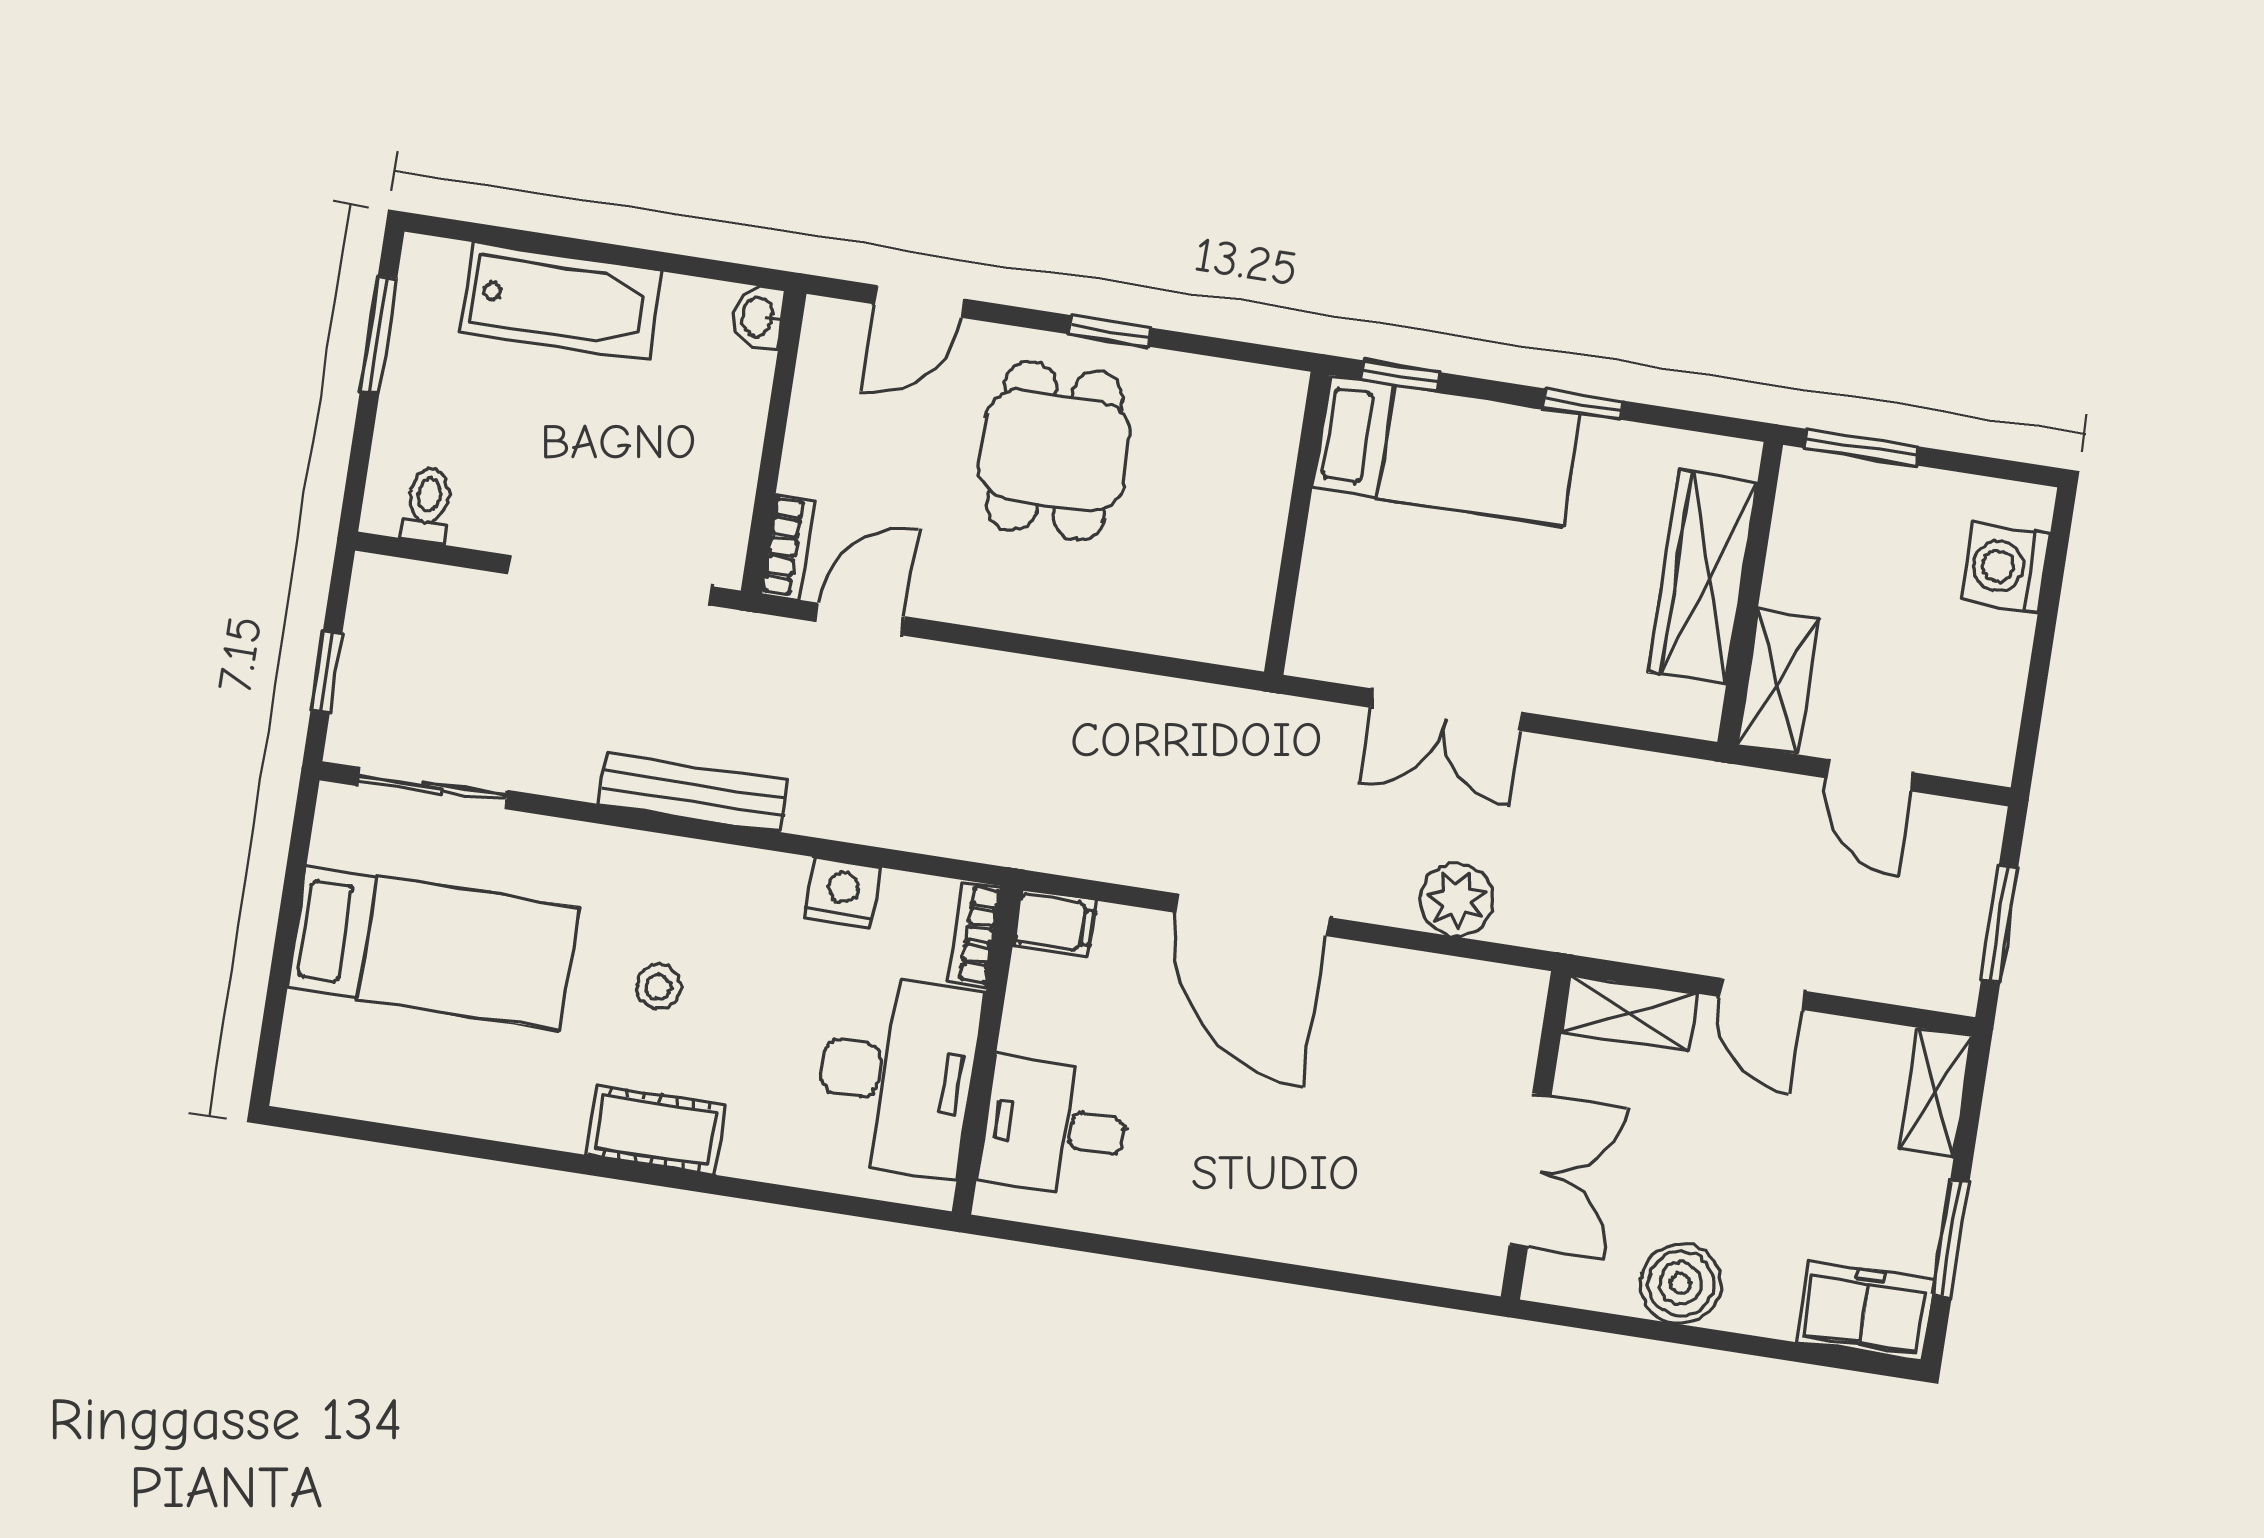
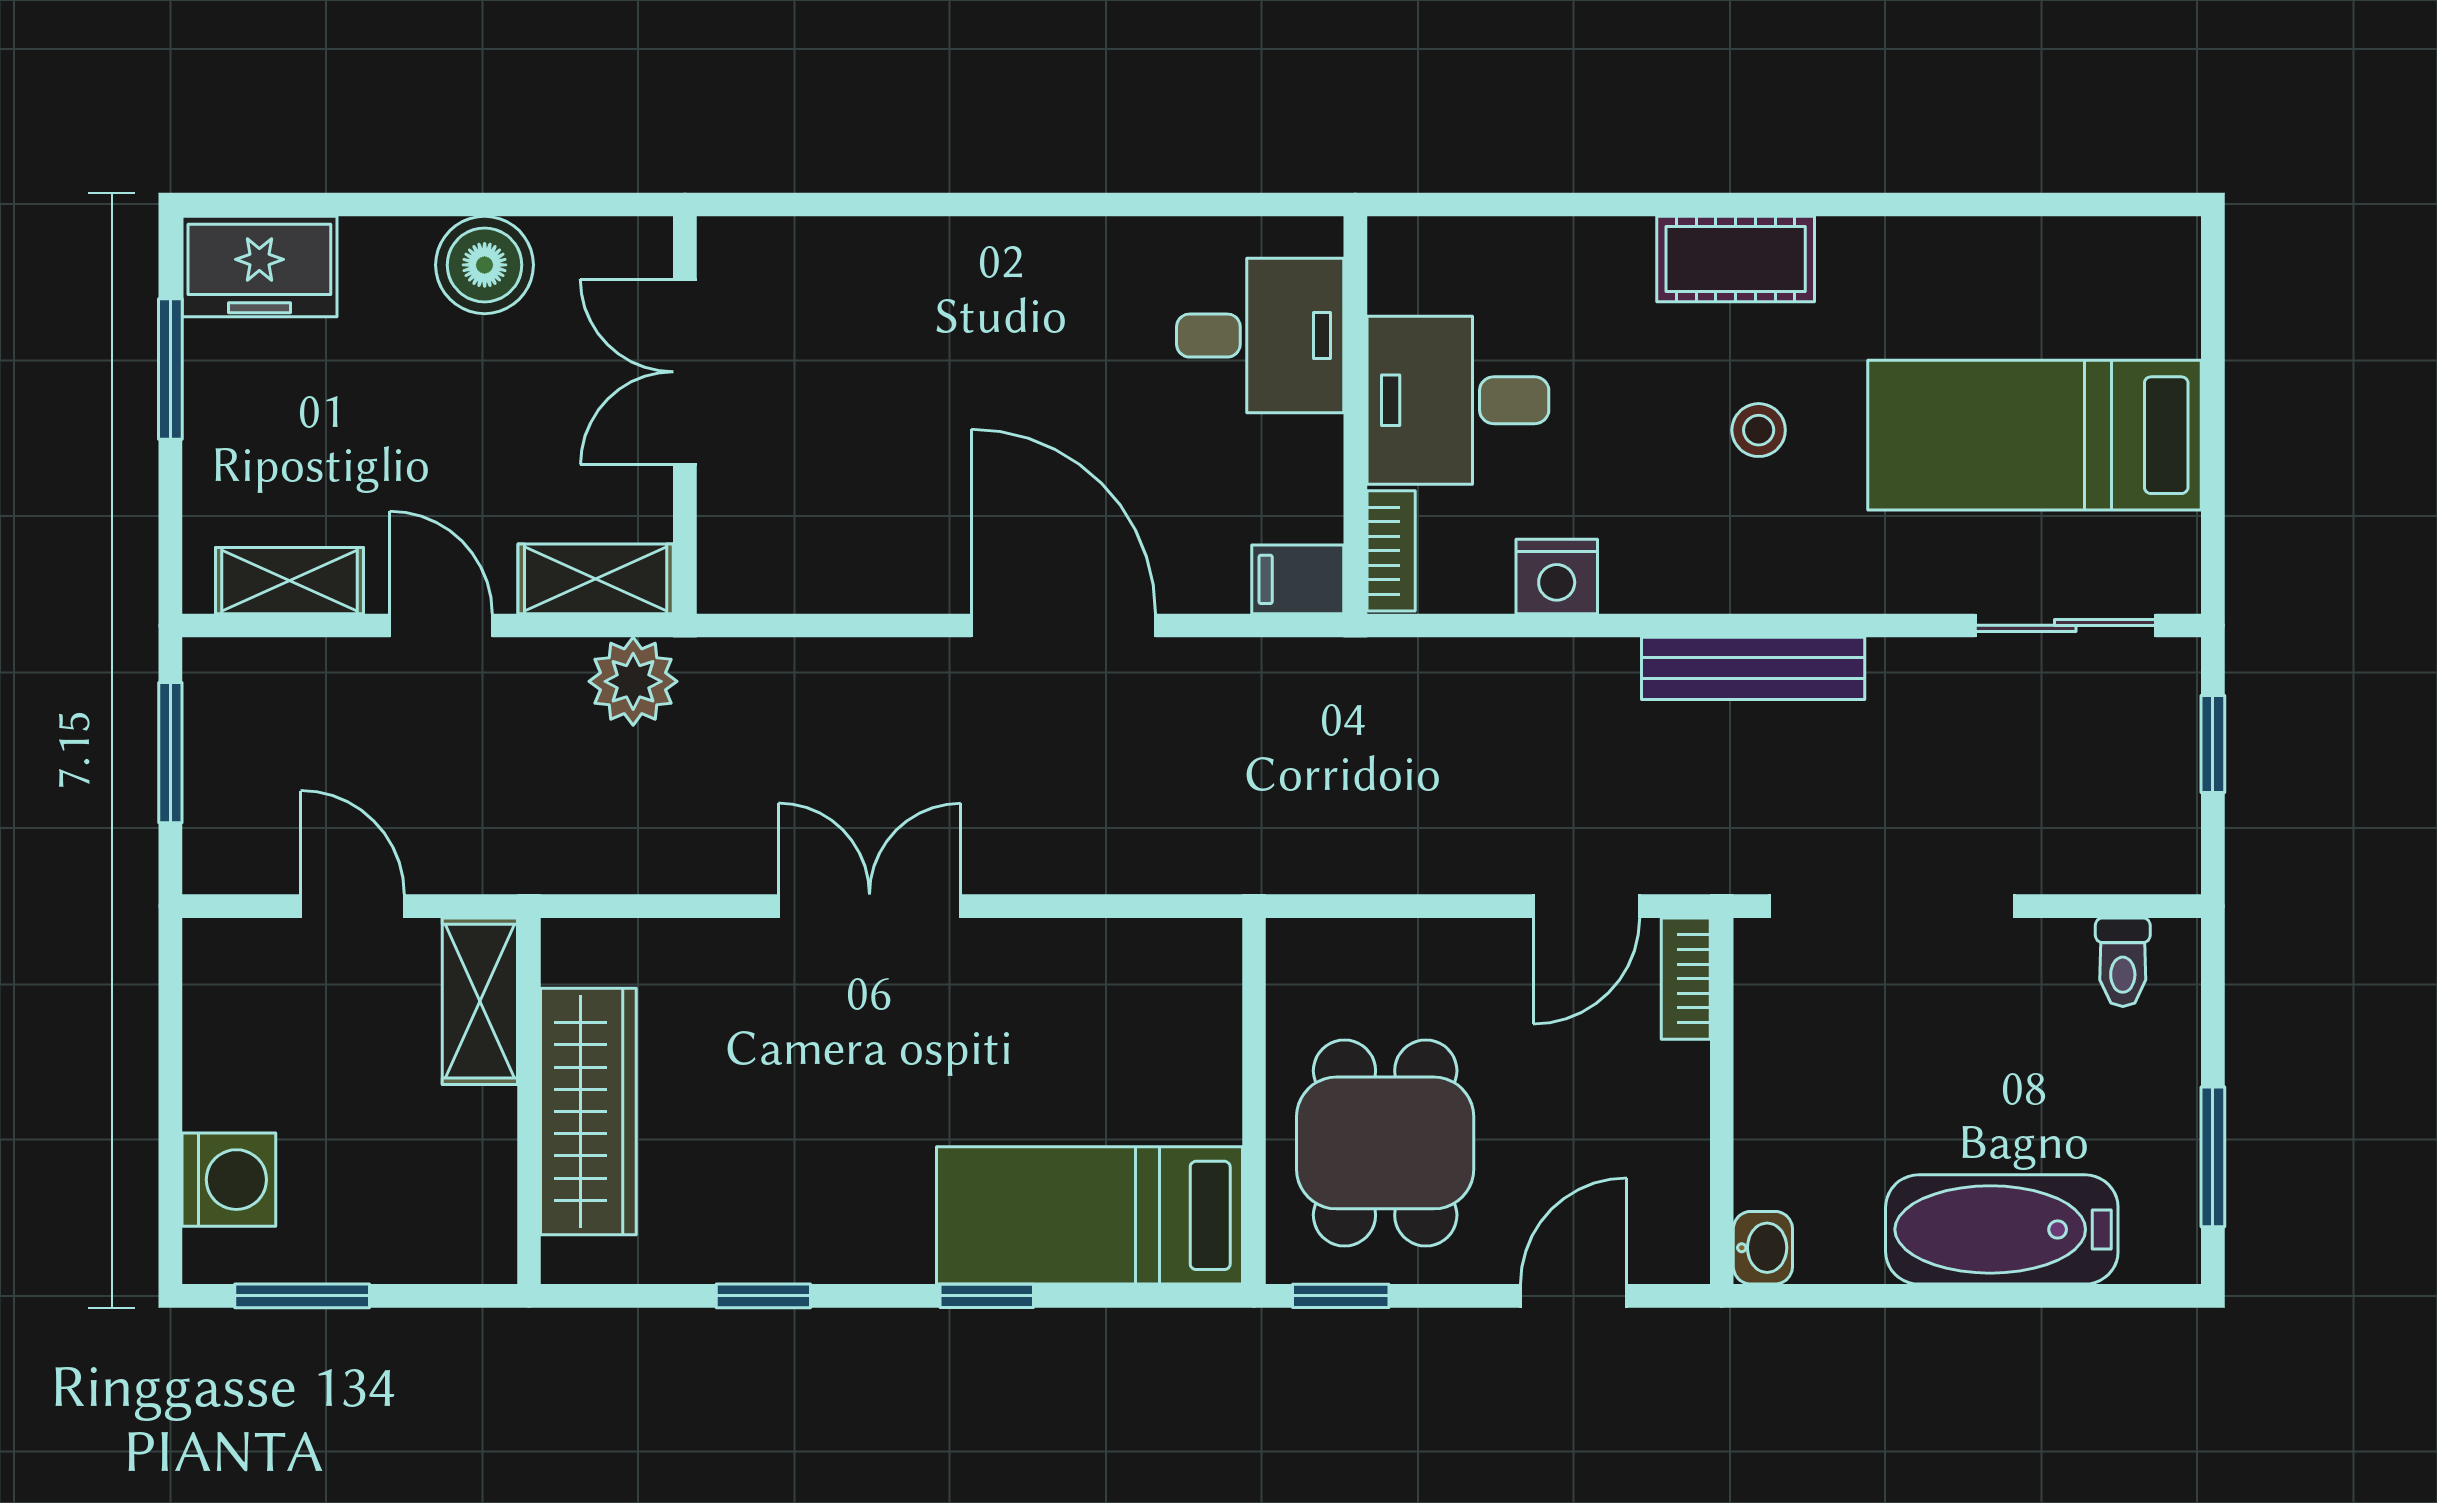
window: (1862, 447) -> (302, 1296), moved
bed: (1446, 450) -> (1089, 1215), moved
wall: (1297, 523) -> (1254, 1101), moved
plant: (1457, 900) -> (633, 681), moved
desk: (897, 1075) -> (1458, 400), width x0.73
shelving: (1936, 1093) -> (290, 581), moved, turned 90

